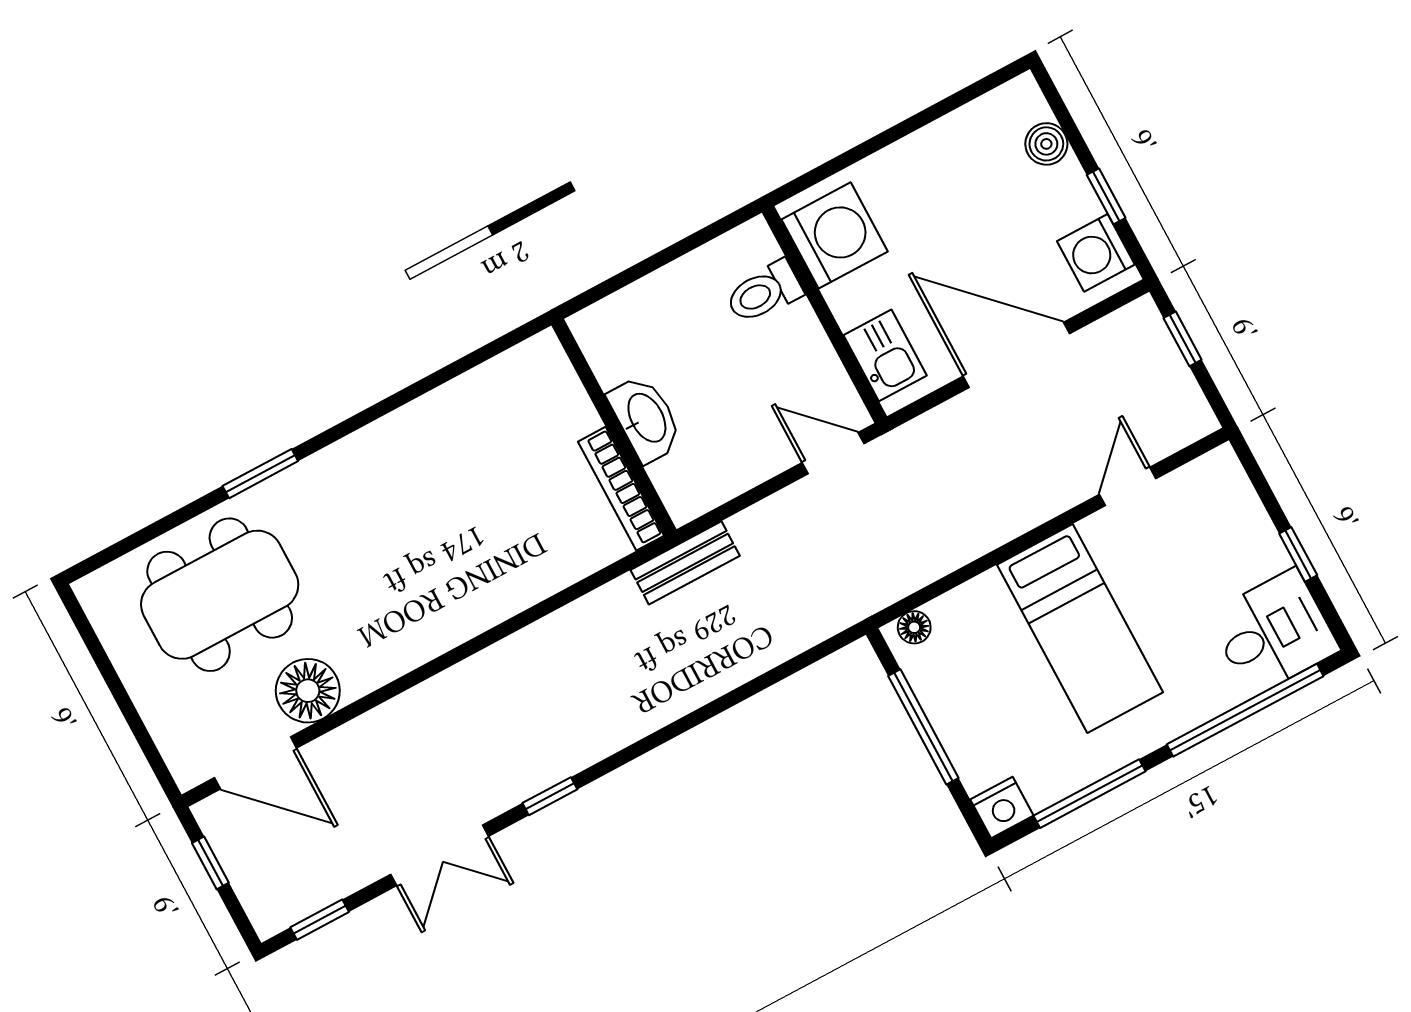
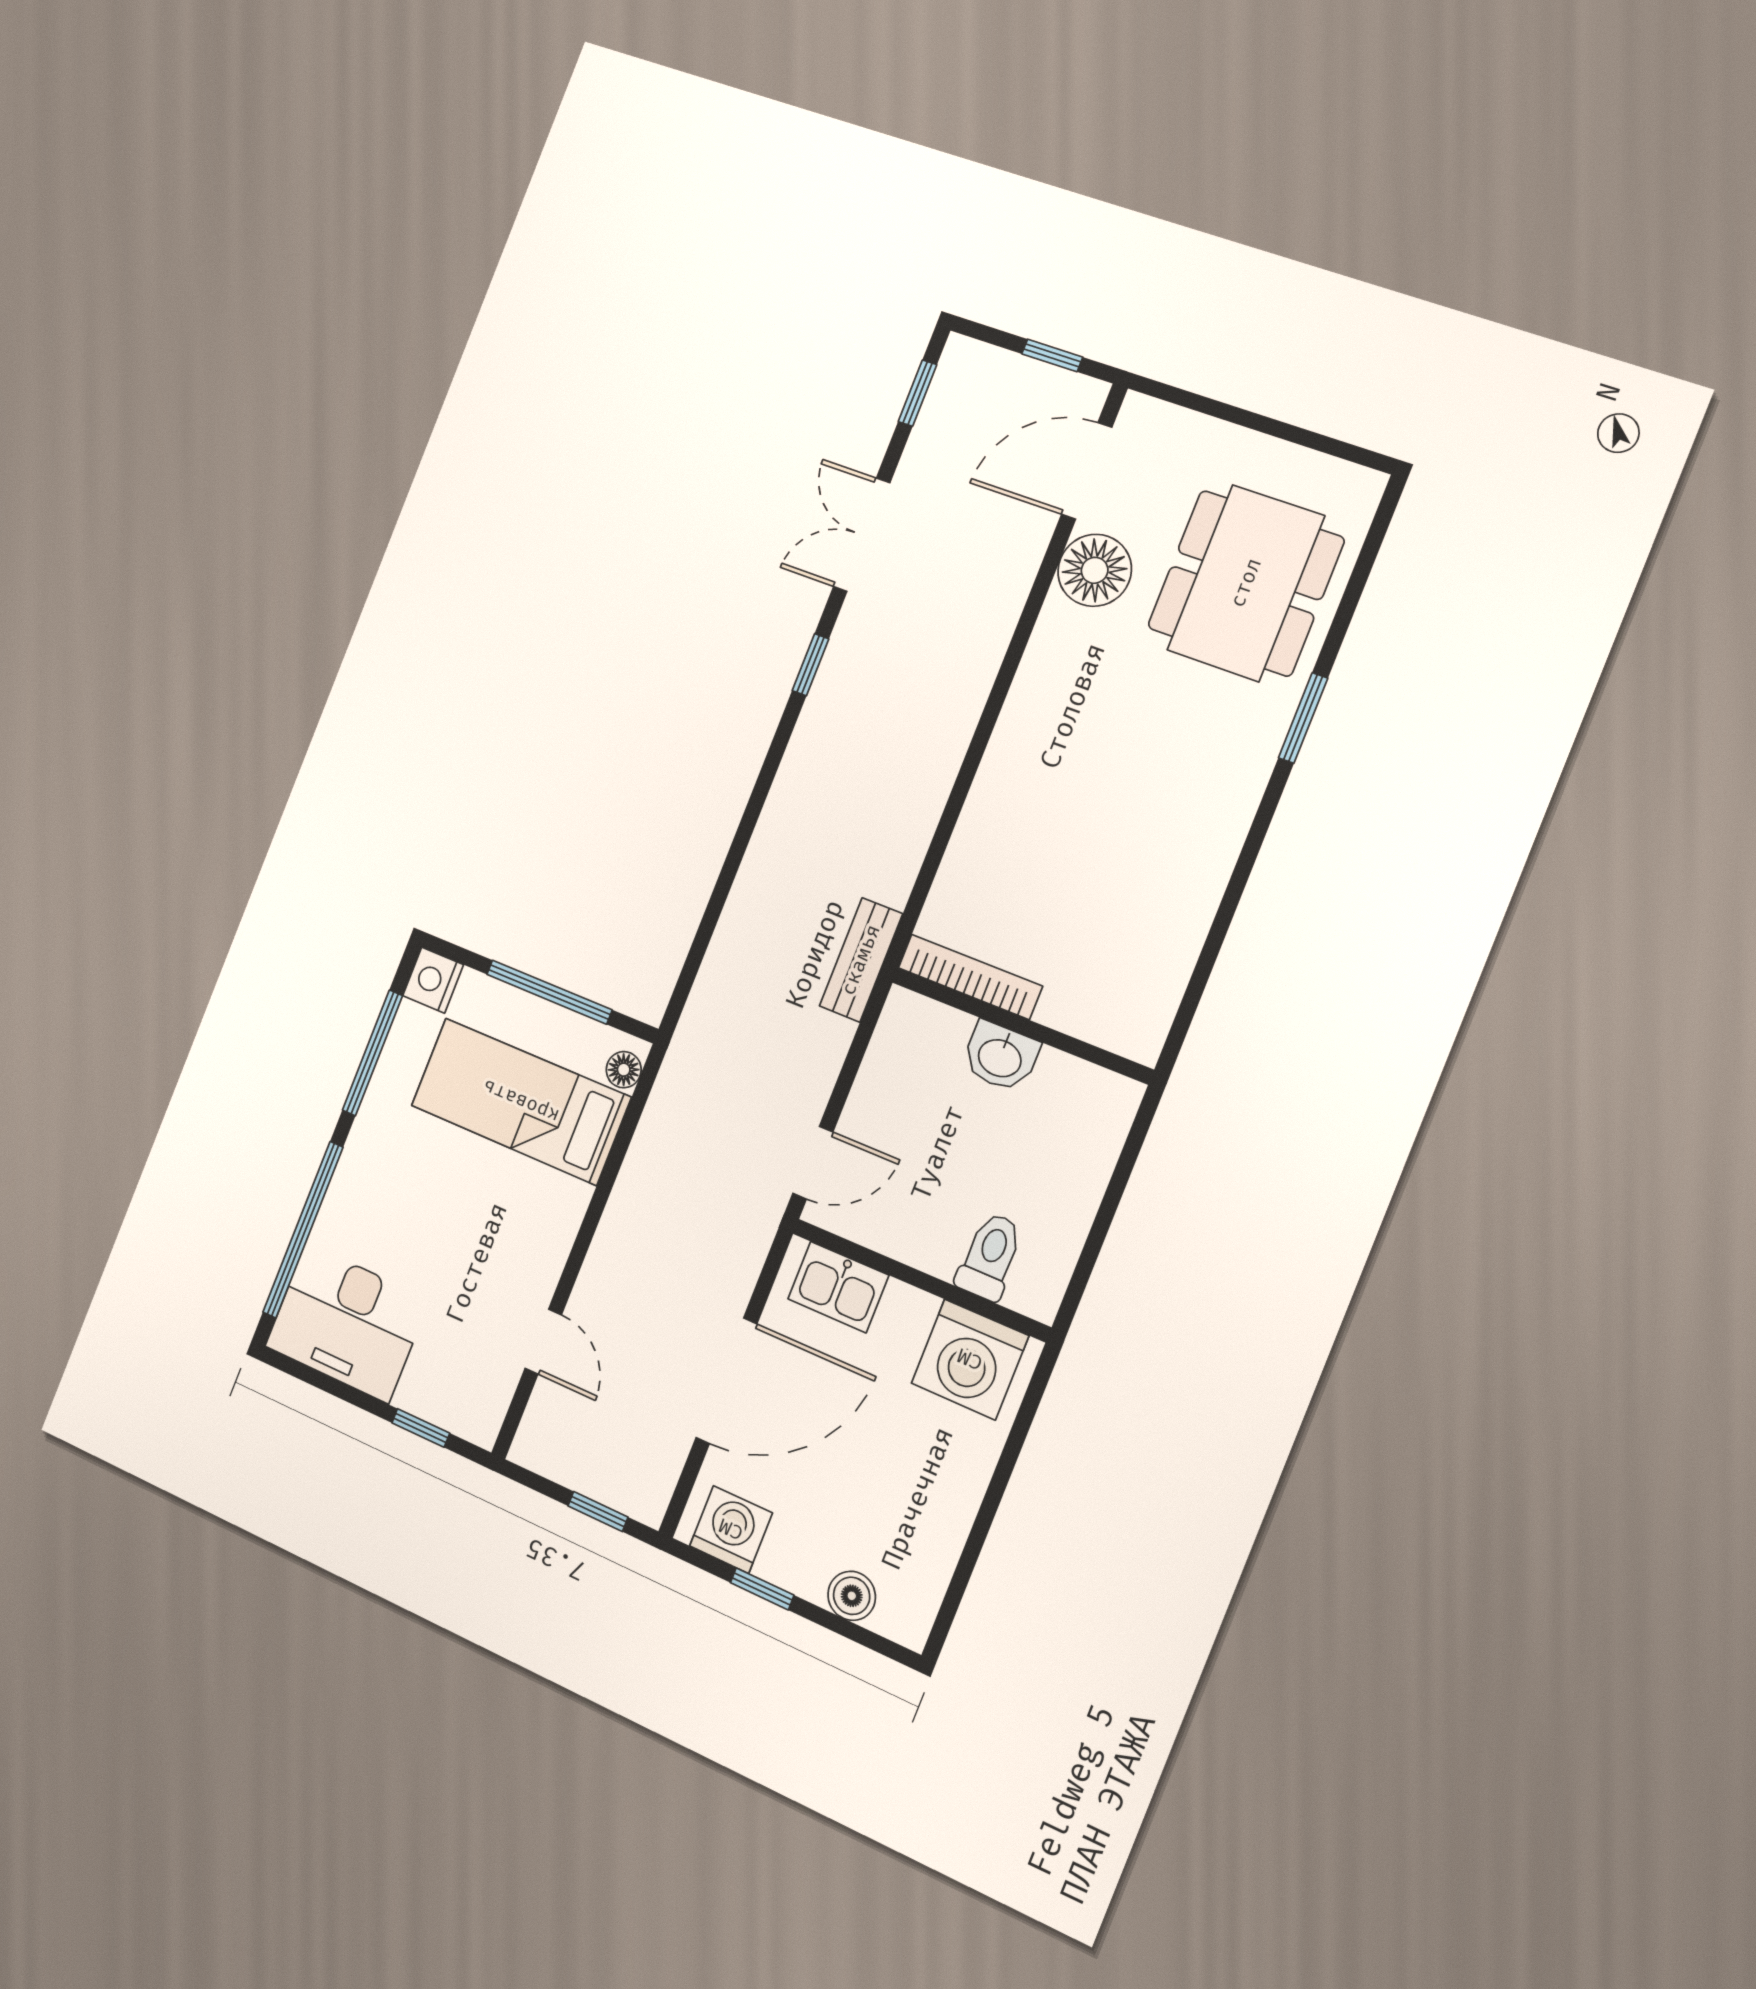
washbasin: (646, 419) -> (1000, 1057), width x0.72
window: (1298, 554) -> (421, 1428), moved
bed: (1080, 628) -> (521, 1101), moved
desk: (1273, 633) -> (347, 1323), width x1.37

